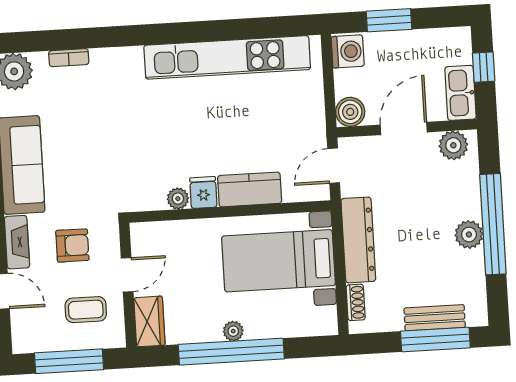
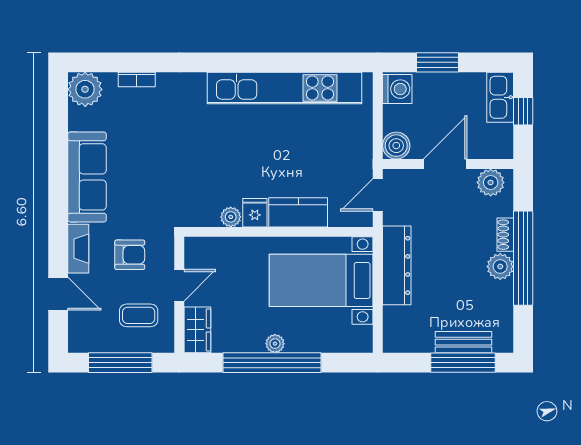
kitchen sink: (460, 93) -> (500, 97), moved
shoe rack: (356, 302) -> (505, 235), moved, turned 180

